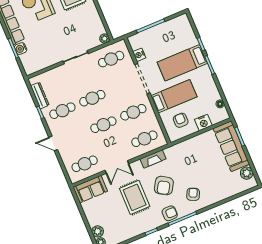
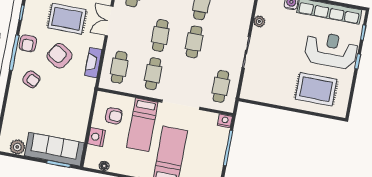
plant: (105, 39) -> (259, 21), moved
nightstand: (139, 55) -> (225, 121), moved

